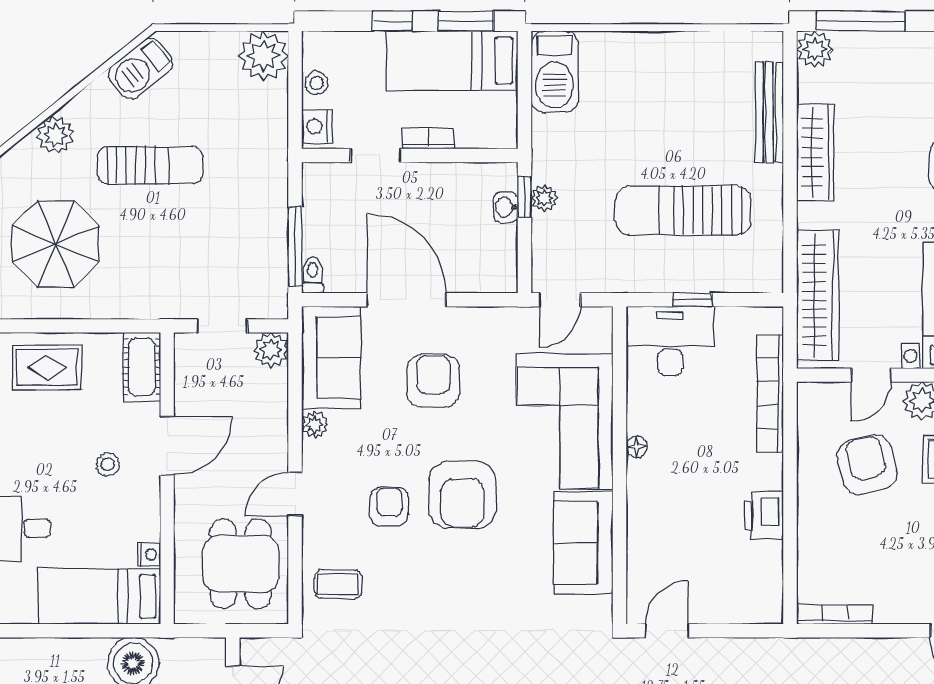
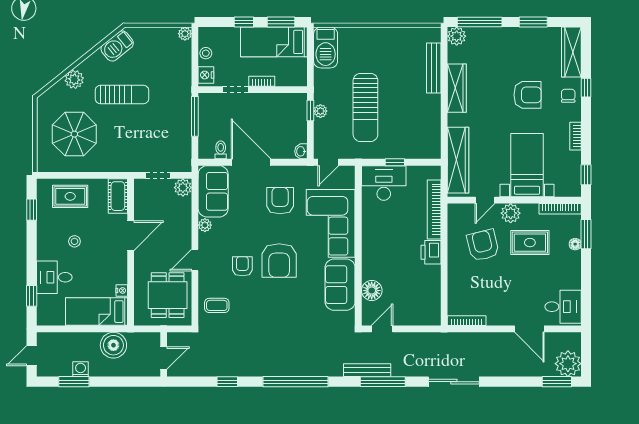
plant: (263, 56) -> (185, 34), width x0.53, depth x0.53
washbasin: (506, 207) -> (301, 151), moved
sun lounger: (683, 210) -> (365, 107), moved, turned -90
window: (295, 246) -> (195, 116), moved
toilet: (313, 275) -> (221, 150), moved
armchair: (433, 381) -> (280, 201), moved
floor lamp: (637, 447) -> (372, 291), moved, width x1.89, depth x1.89
stool: (108, 464) -> (74, 241), moved
printer: (764, 516) -> (431, 252), moved

